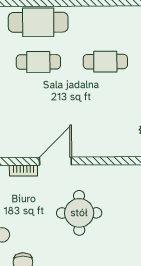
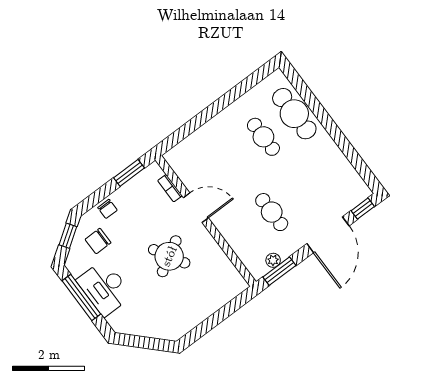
cafe table: (105, 62) -> (272, 212), moved
round table: (79, 213) -> (169, 256), turned -30

